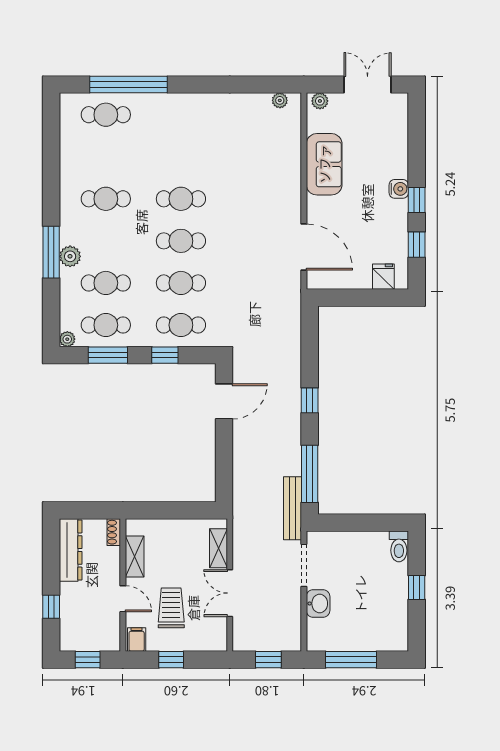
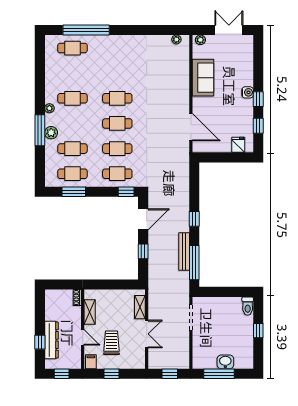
plant: (67, 339) -> (49, 108), moved
window: (165, 355) -> (126, 192), moved
window: (224, 455) -> (143, 251), added
bench: (293, 508) -> (184, 252), moved
dresser: (71, 550) -> (51, 340), moved
double door: (230, 593) -> (147, 334), swing flipped
washbasin: (318, 603) -> (225, 362), moved, turned -90

